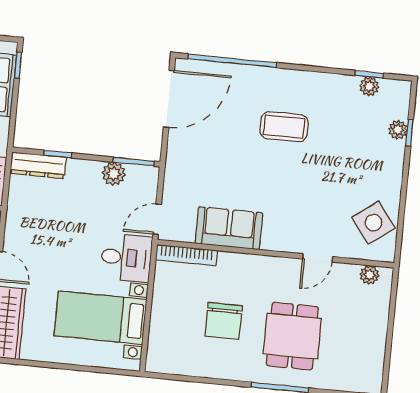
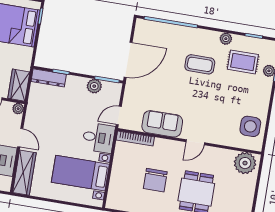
plant: (369, 86) -> (226, 39), moved
door: (169, 99) -> (128, 60), moved
rug: (354, 118) -> (243, 62), added
side table: (373, 223) -> (250, 126), turned 37
door: (318, 258) -> (195, 142), moved
plant: (370, 275) -> (245, 163), width x1.87, depth x1.87

